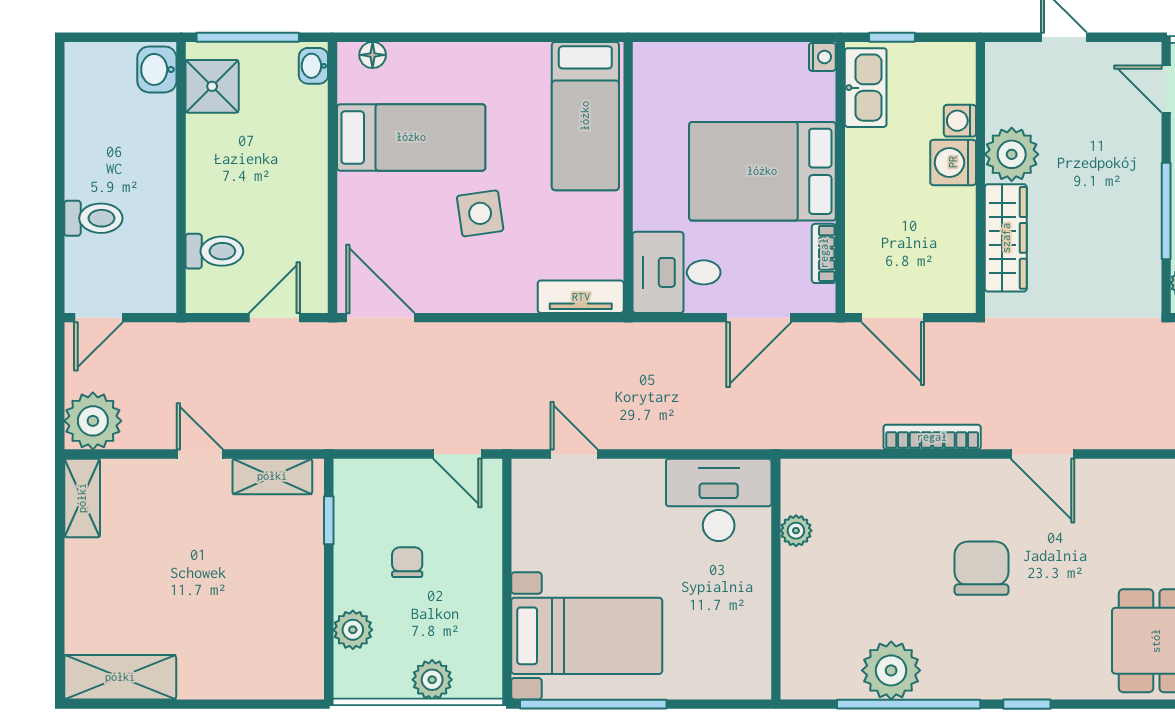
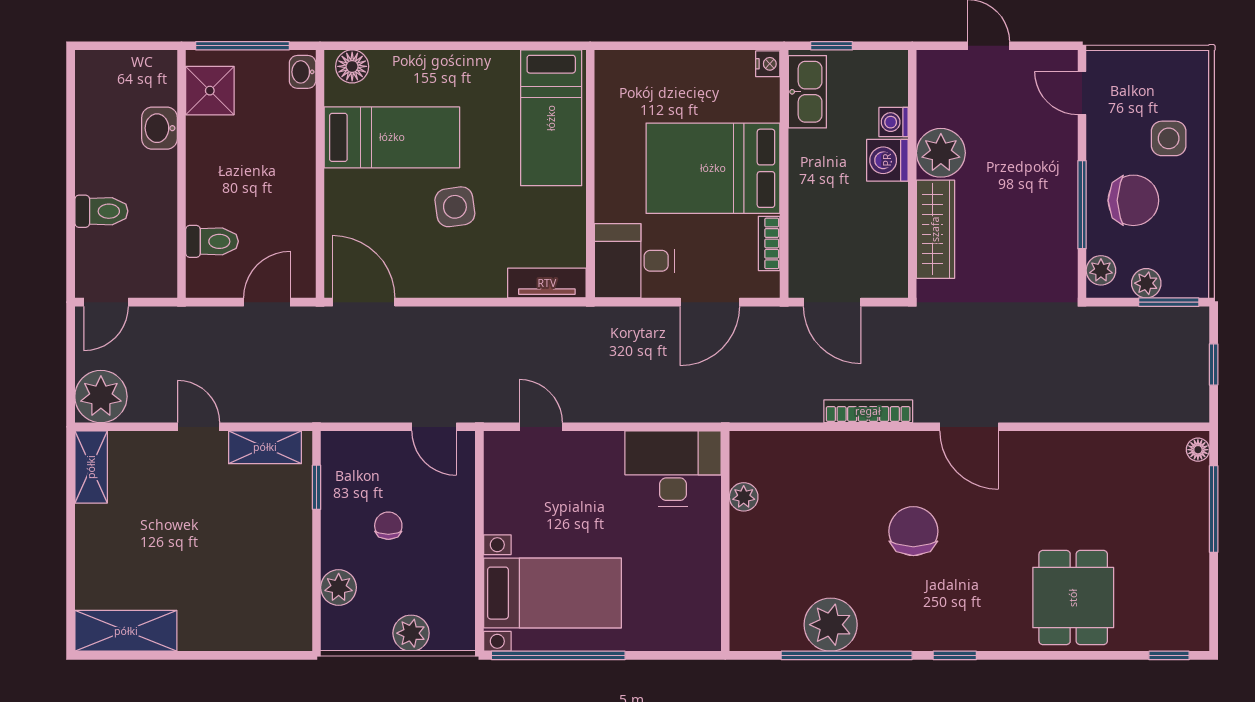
floor lamp: (373, 55) -> (352, 66), width x1.37, depth x1.37
washbasin: (157, 69) -> (159, 128), moved

